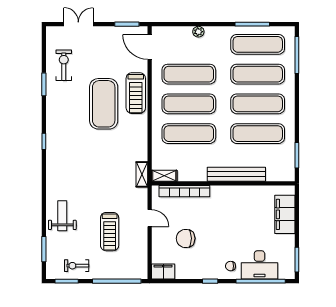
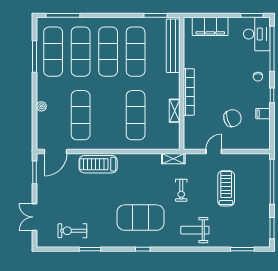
treadmill: (136, 93) -> (98, 164), turned 180
exercise mat: (104, 104) -> (141, 218), moved
exercise mat: (189, 104) -> (108, 115), removed
bench: (236, 174) -> (173, 46), moved
shelving: (164, 176) -> (175, 111), moved
bookcase: (184, 191) -> (189, 92), moved
weight bench: (62, 216) -> (195, 230), moved
treadmill: (110, 232) -> (226, 188), turned -90
chair: (186, 238) -> (232, 118), turned -108
desk: (259, 265) -> (257, 34), moved
exercise bike: (77, 266) -> (181, 190), moved
filing cabinet: (163, 272) -> (263, 114), moved, width x0.50

